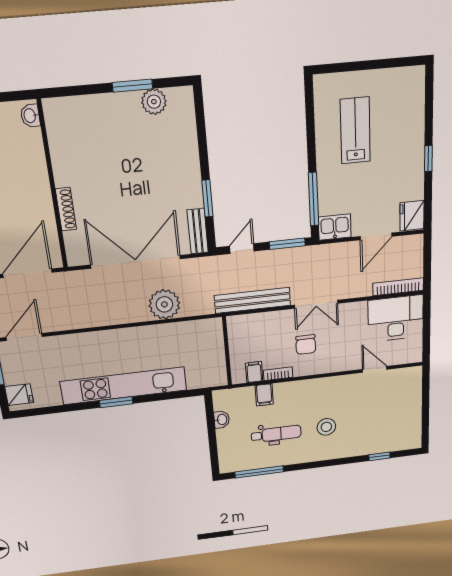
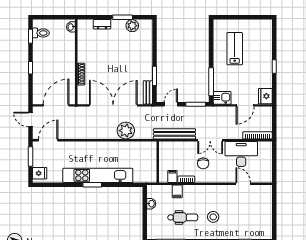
dresser: (93, 104) -> (102, 24), added
desk: (396, 318) -> (241, 154), moved

